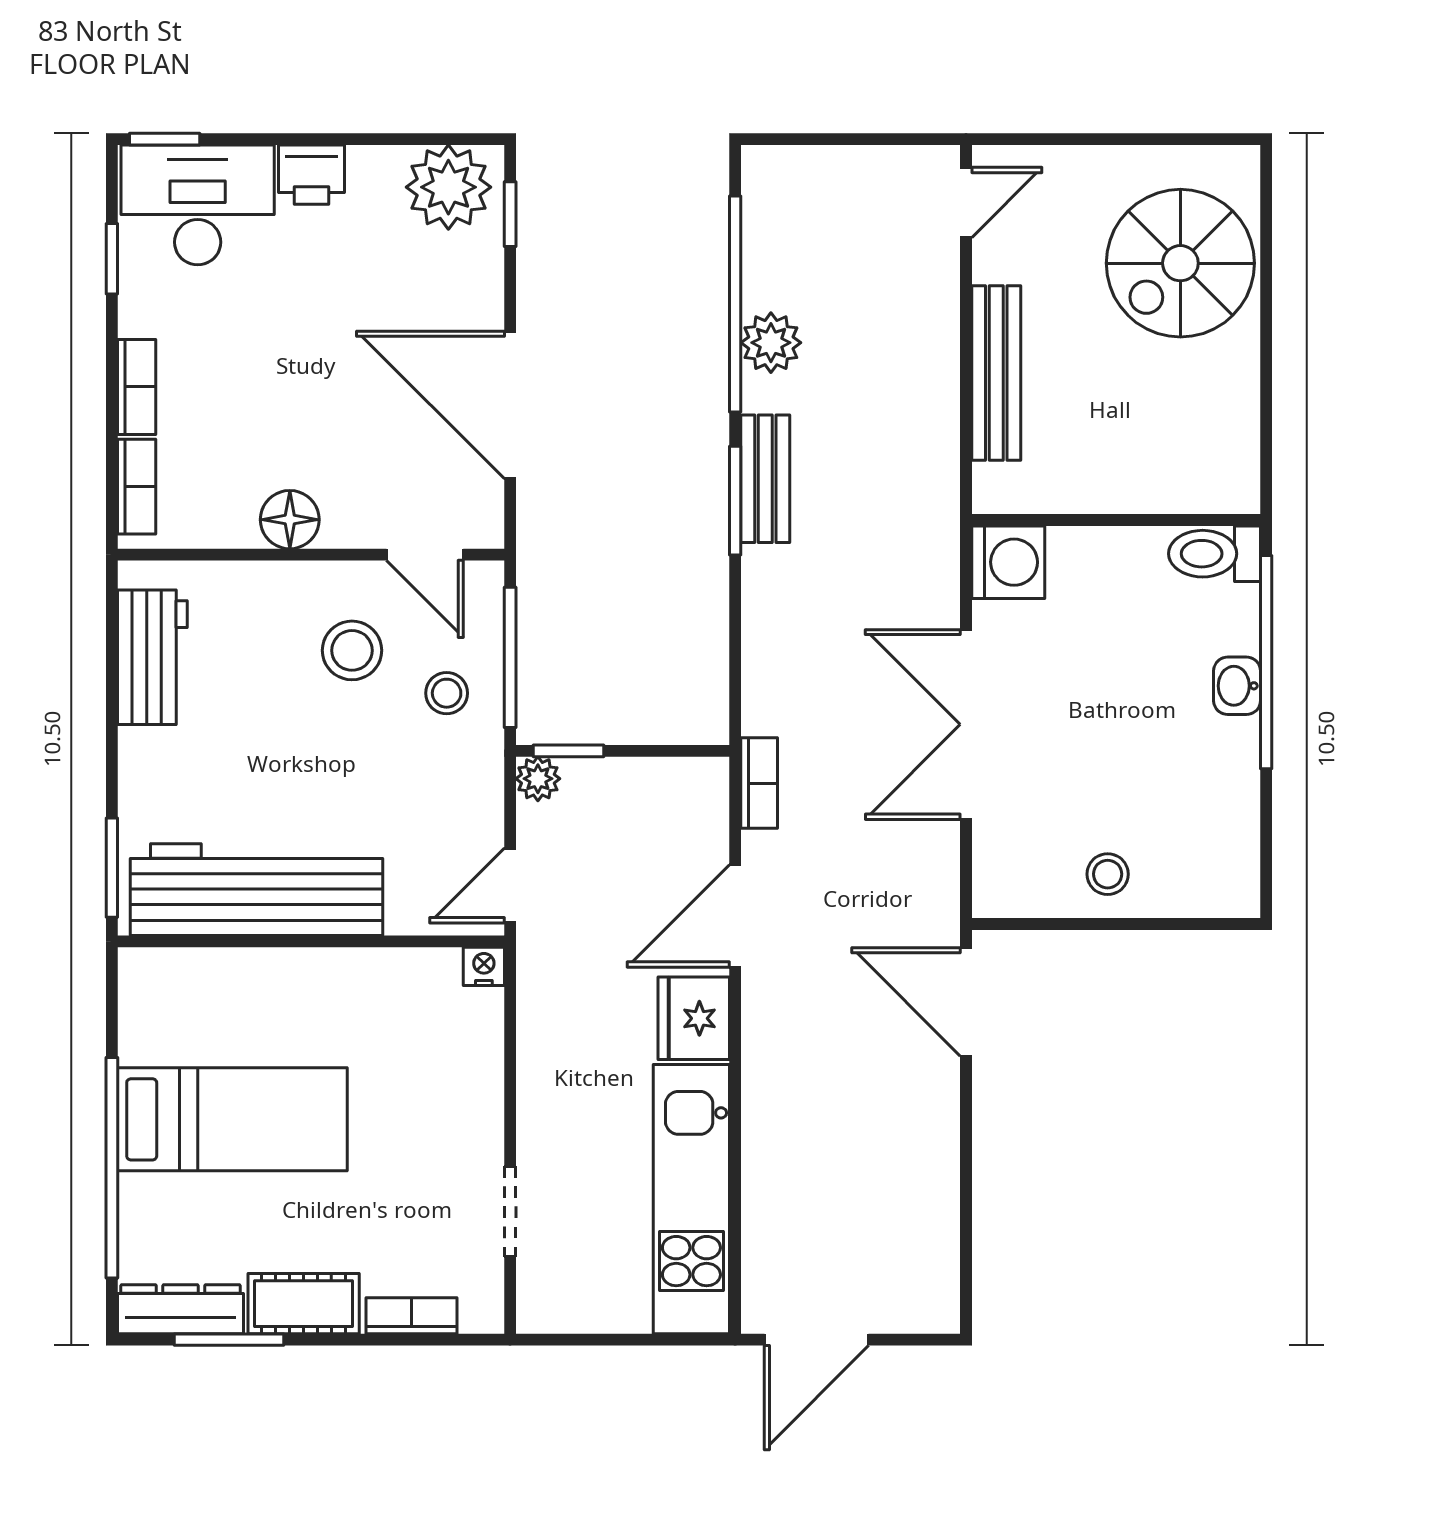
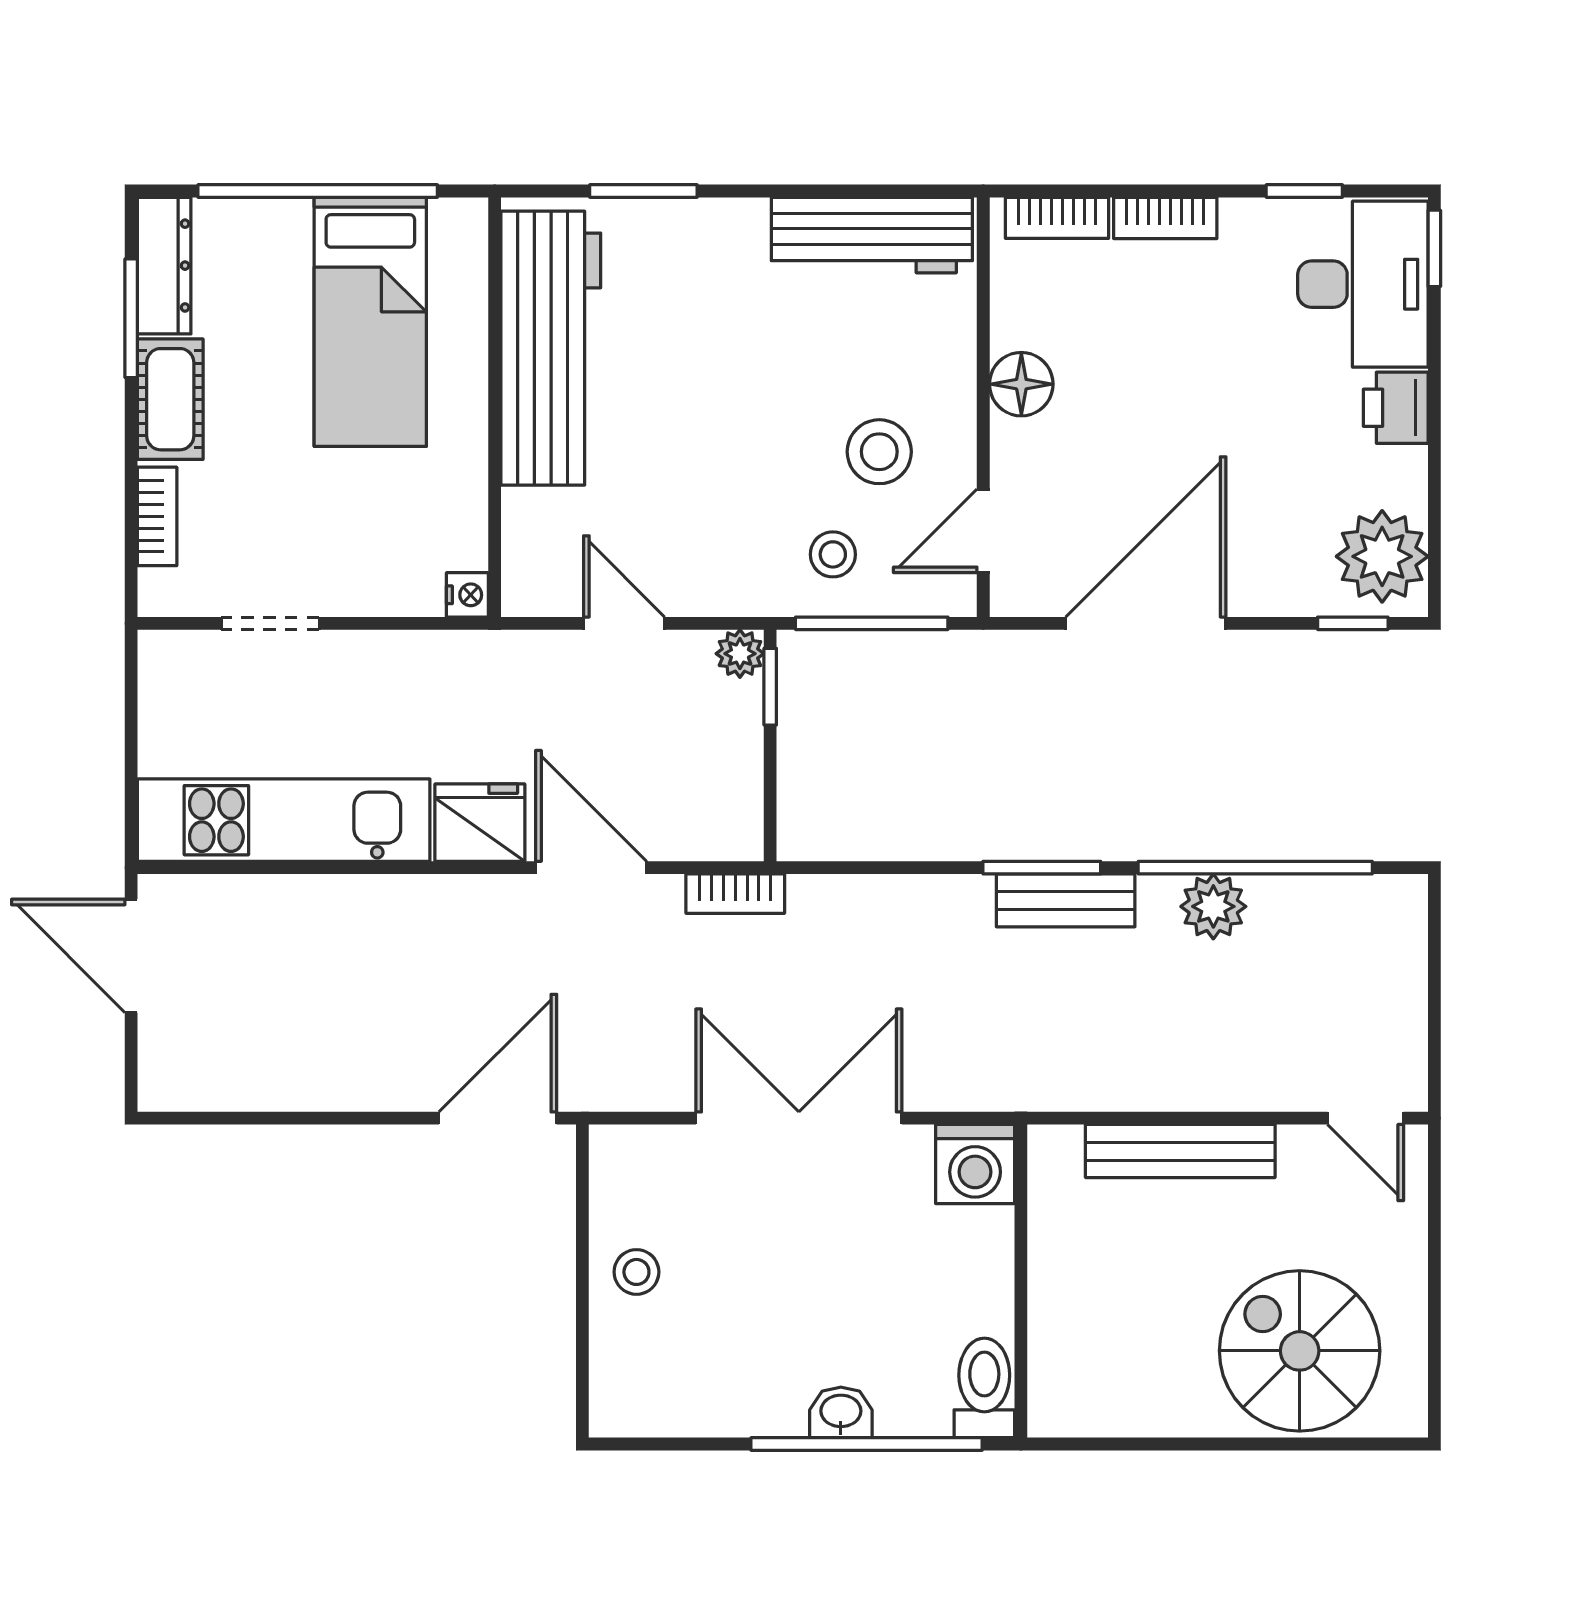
workbench: (152, 657) -> (872, 235), width x1.38
workbench: (257, 890) -> (551, 348), moved
wall: (311, 941) -> (495, 407), moved
nightstand: (484, 966) -> (467, 595), moved

